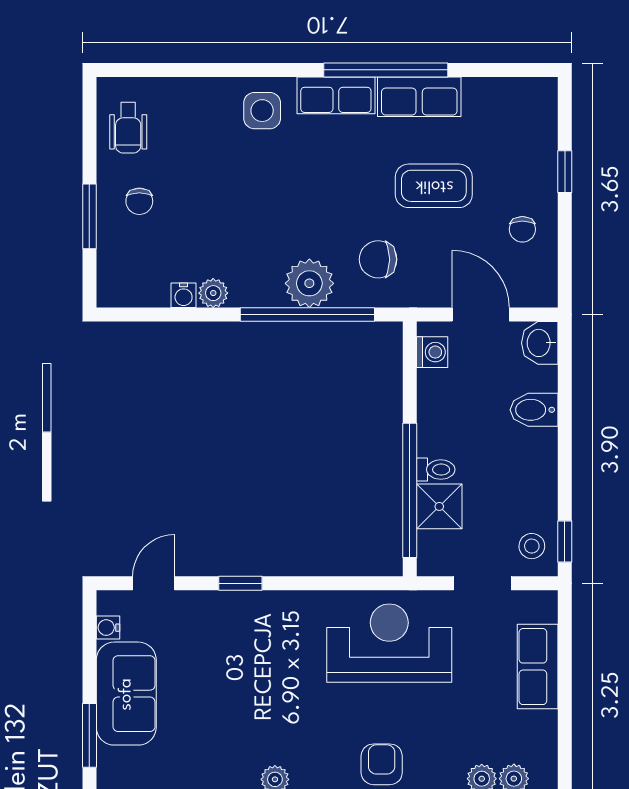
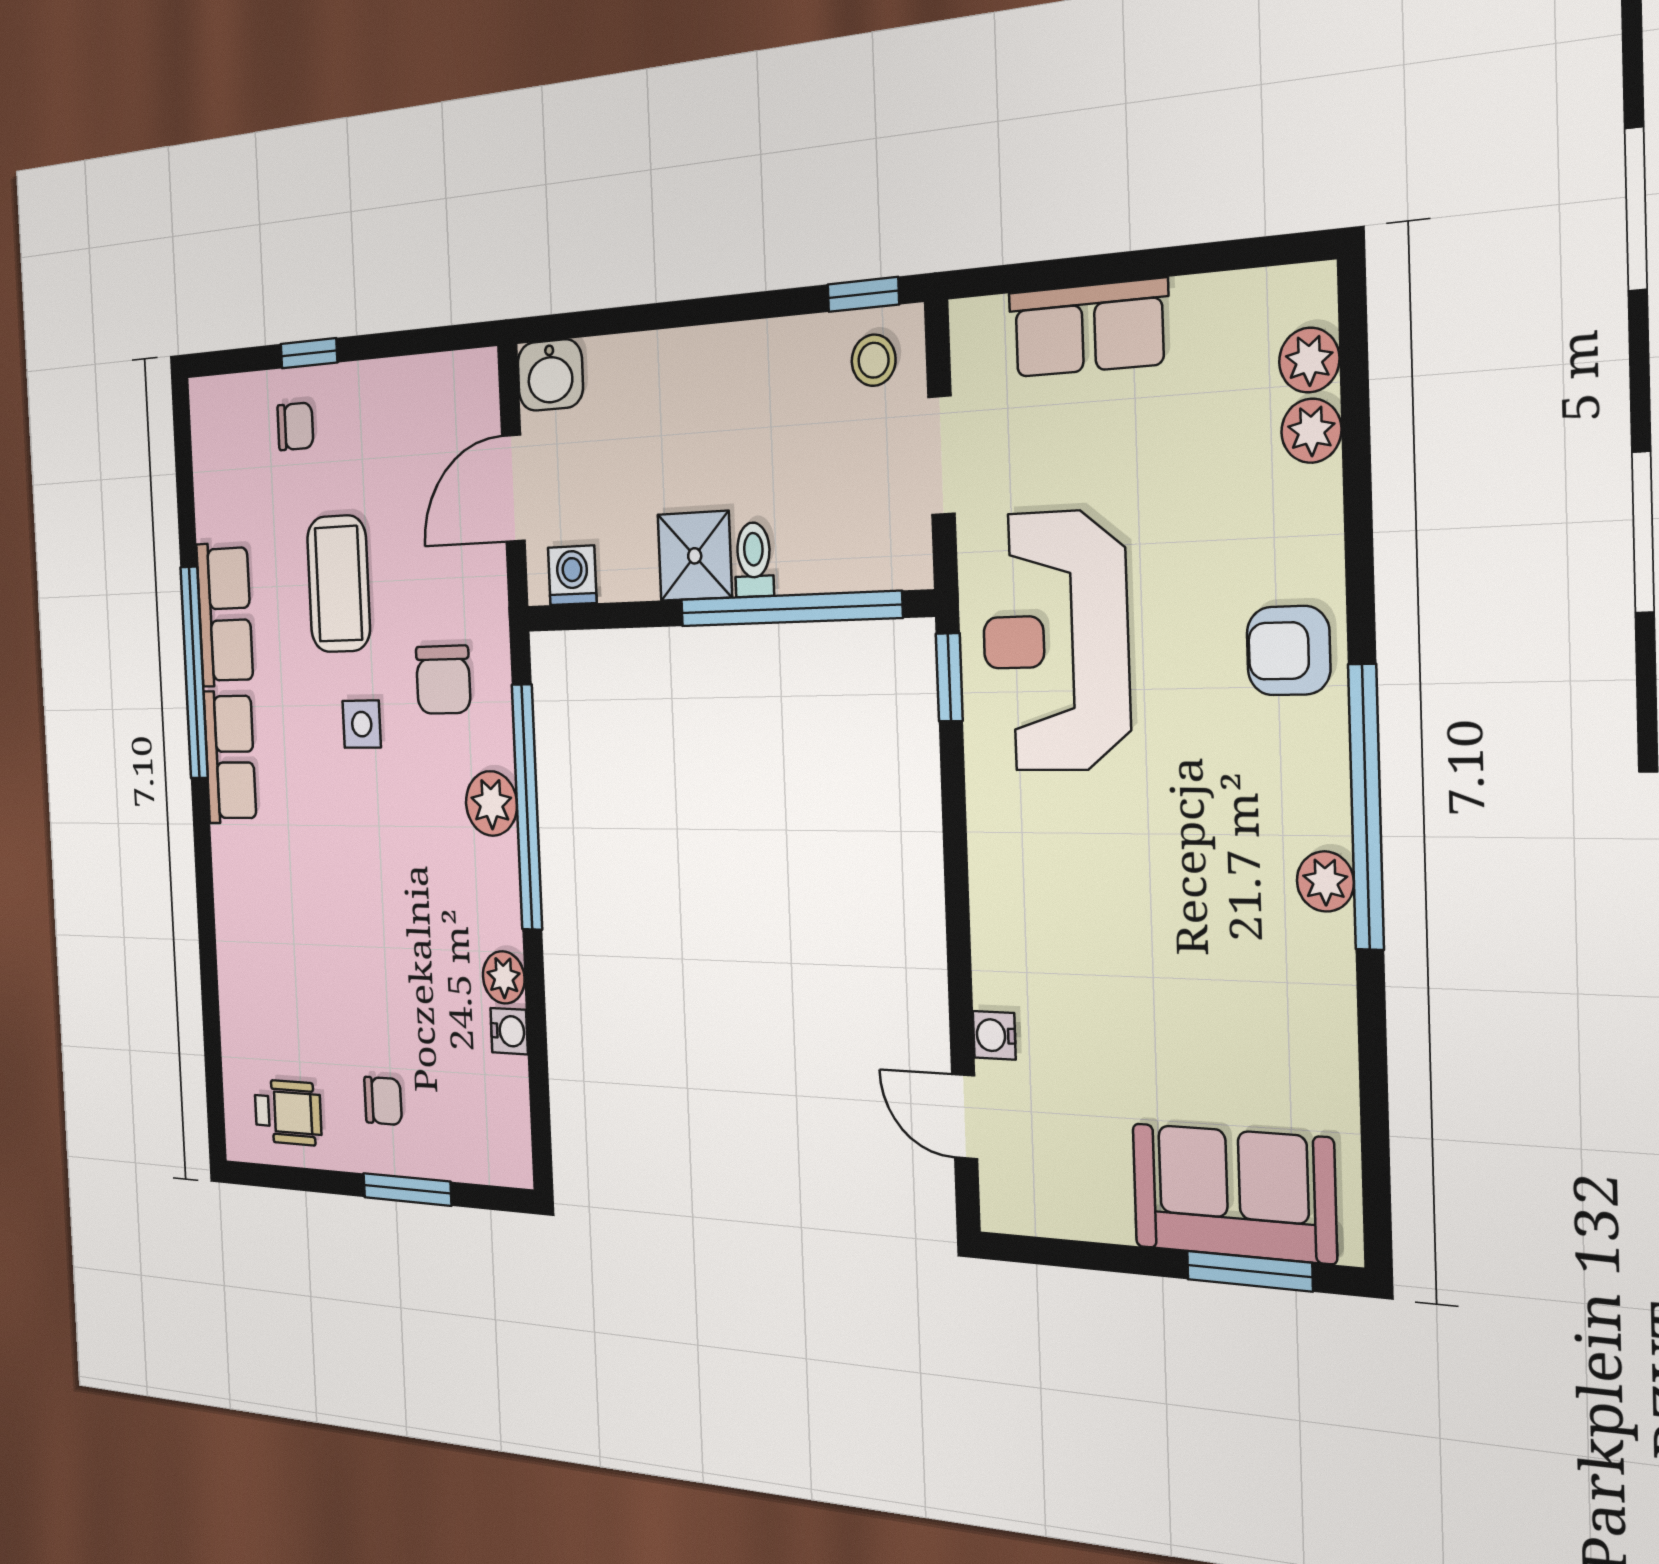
side table: (262, 111) -> (362, 724), moved, width x0.73, depth x0.73
chair: (522, 229) -> (295, 426), moved
plant: (309, 283) -> (491, 803), width x0.73, depth x0.73
bidet: (534, 410) -> (652, 376), removed
shower: (439, 506) -> (695, 556), moved
window: (240, 583) -> (949, 677), moved
water cooler: (108, 628) -> (994, 1035), moved, turned 90
sofa: (126, 694) -> (1233, 1193), moved

